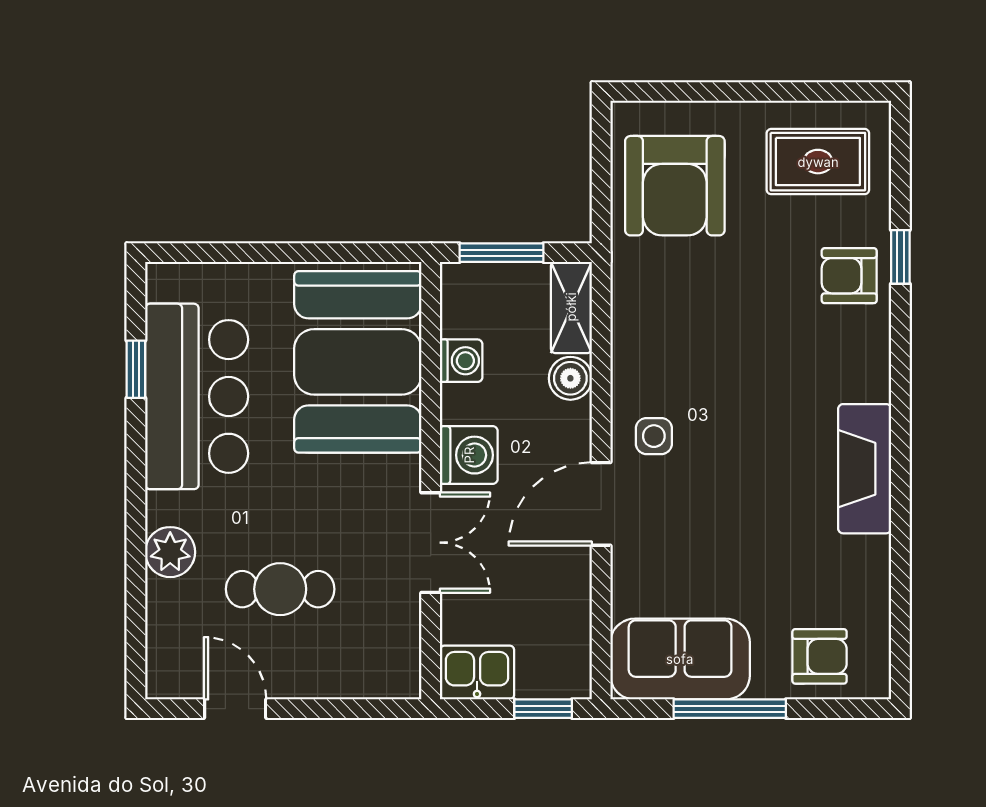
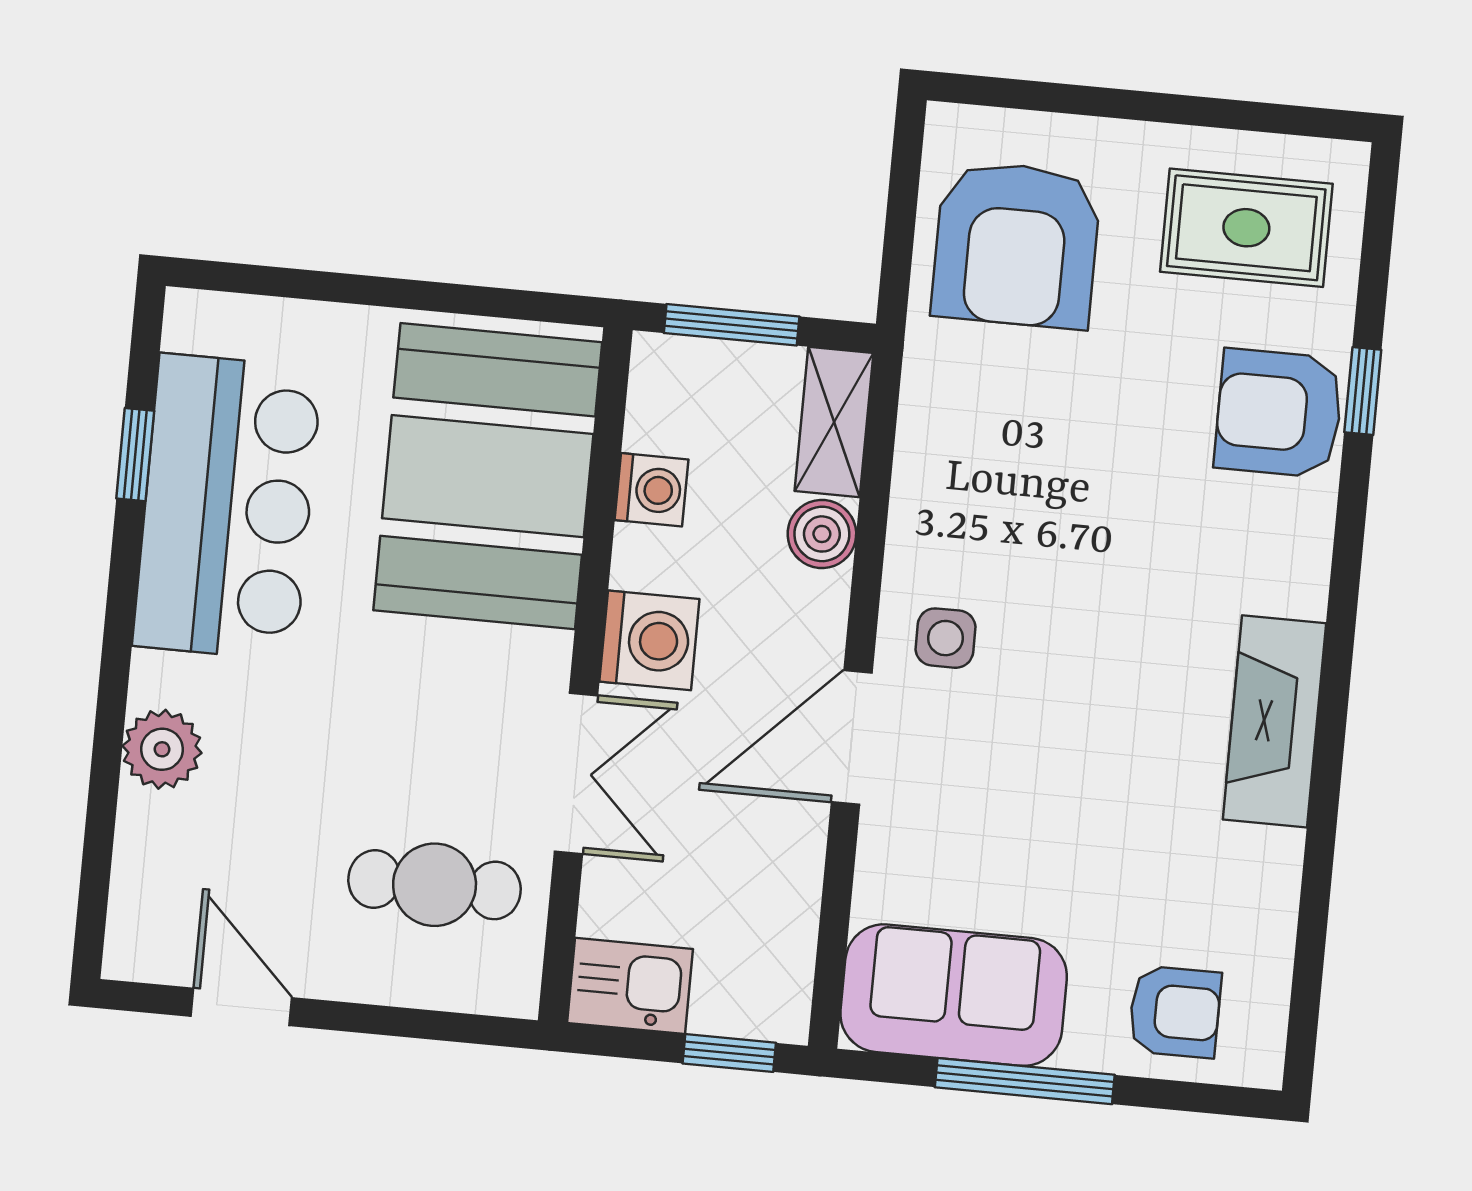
armchair: (849, 276) -> (1279, 413), width x1.38, depth x1.38
cafe table: (280, 589) -> (435, 885), moved

